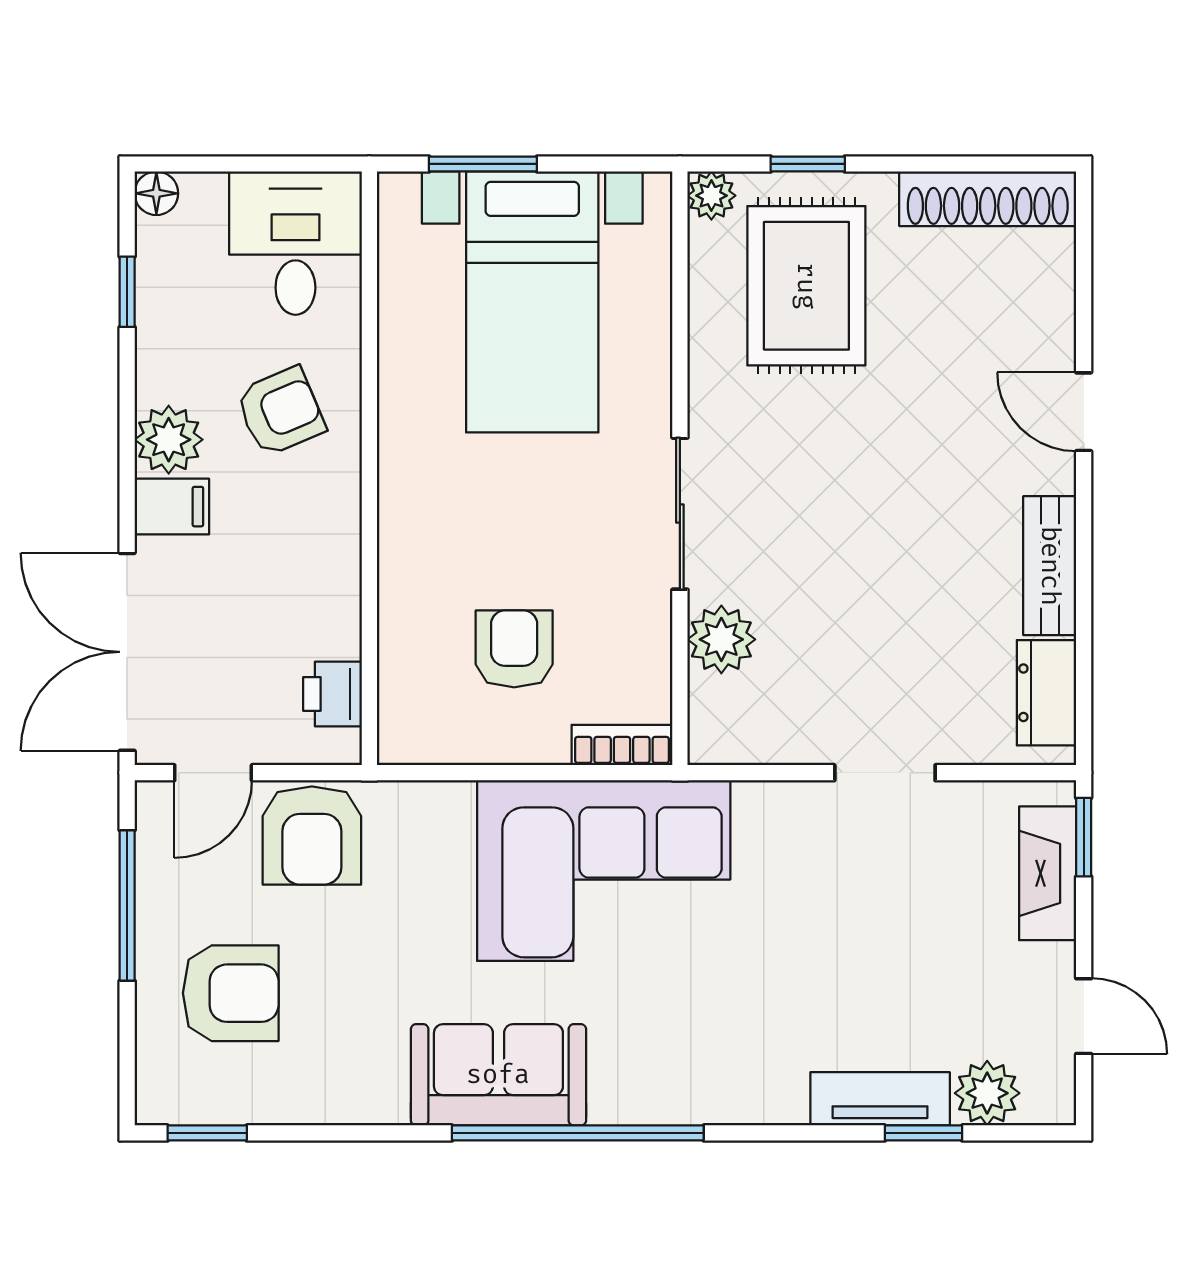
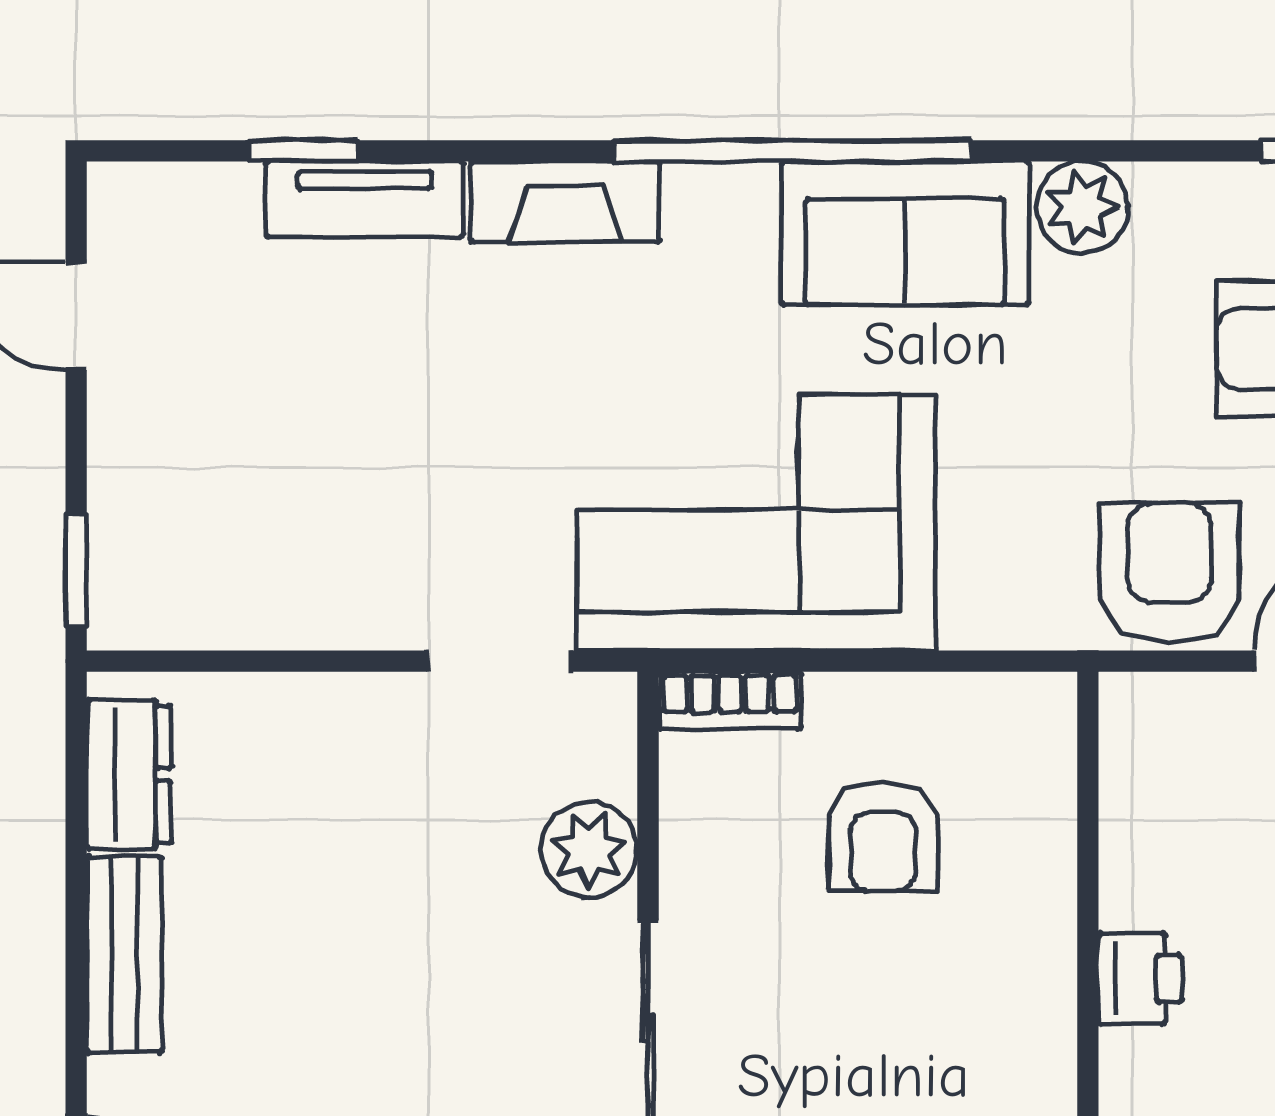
printer: (333, 694) -> (1140, 979), moved
doorway: (885, 773) -> (499, 661), moved
fireplace: (1048, 873) -> (565, 202), moved, turned 90
plant: (987, 1093) -> (1082, 207), moved

